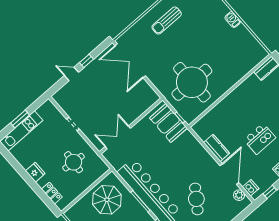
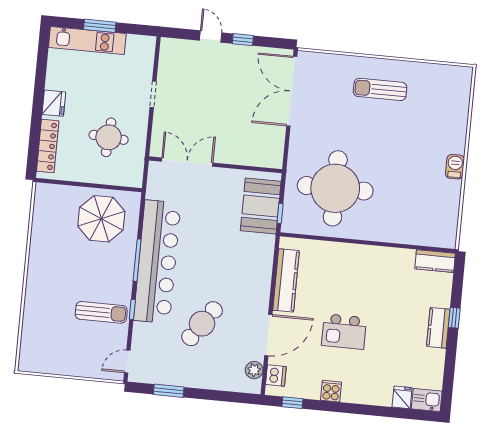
kitchen counter: (217, 148) -> (286, 280), width x1.50
locker: (52, 193) -> (48, 146), width x1.53

